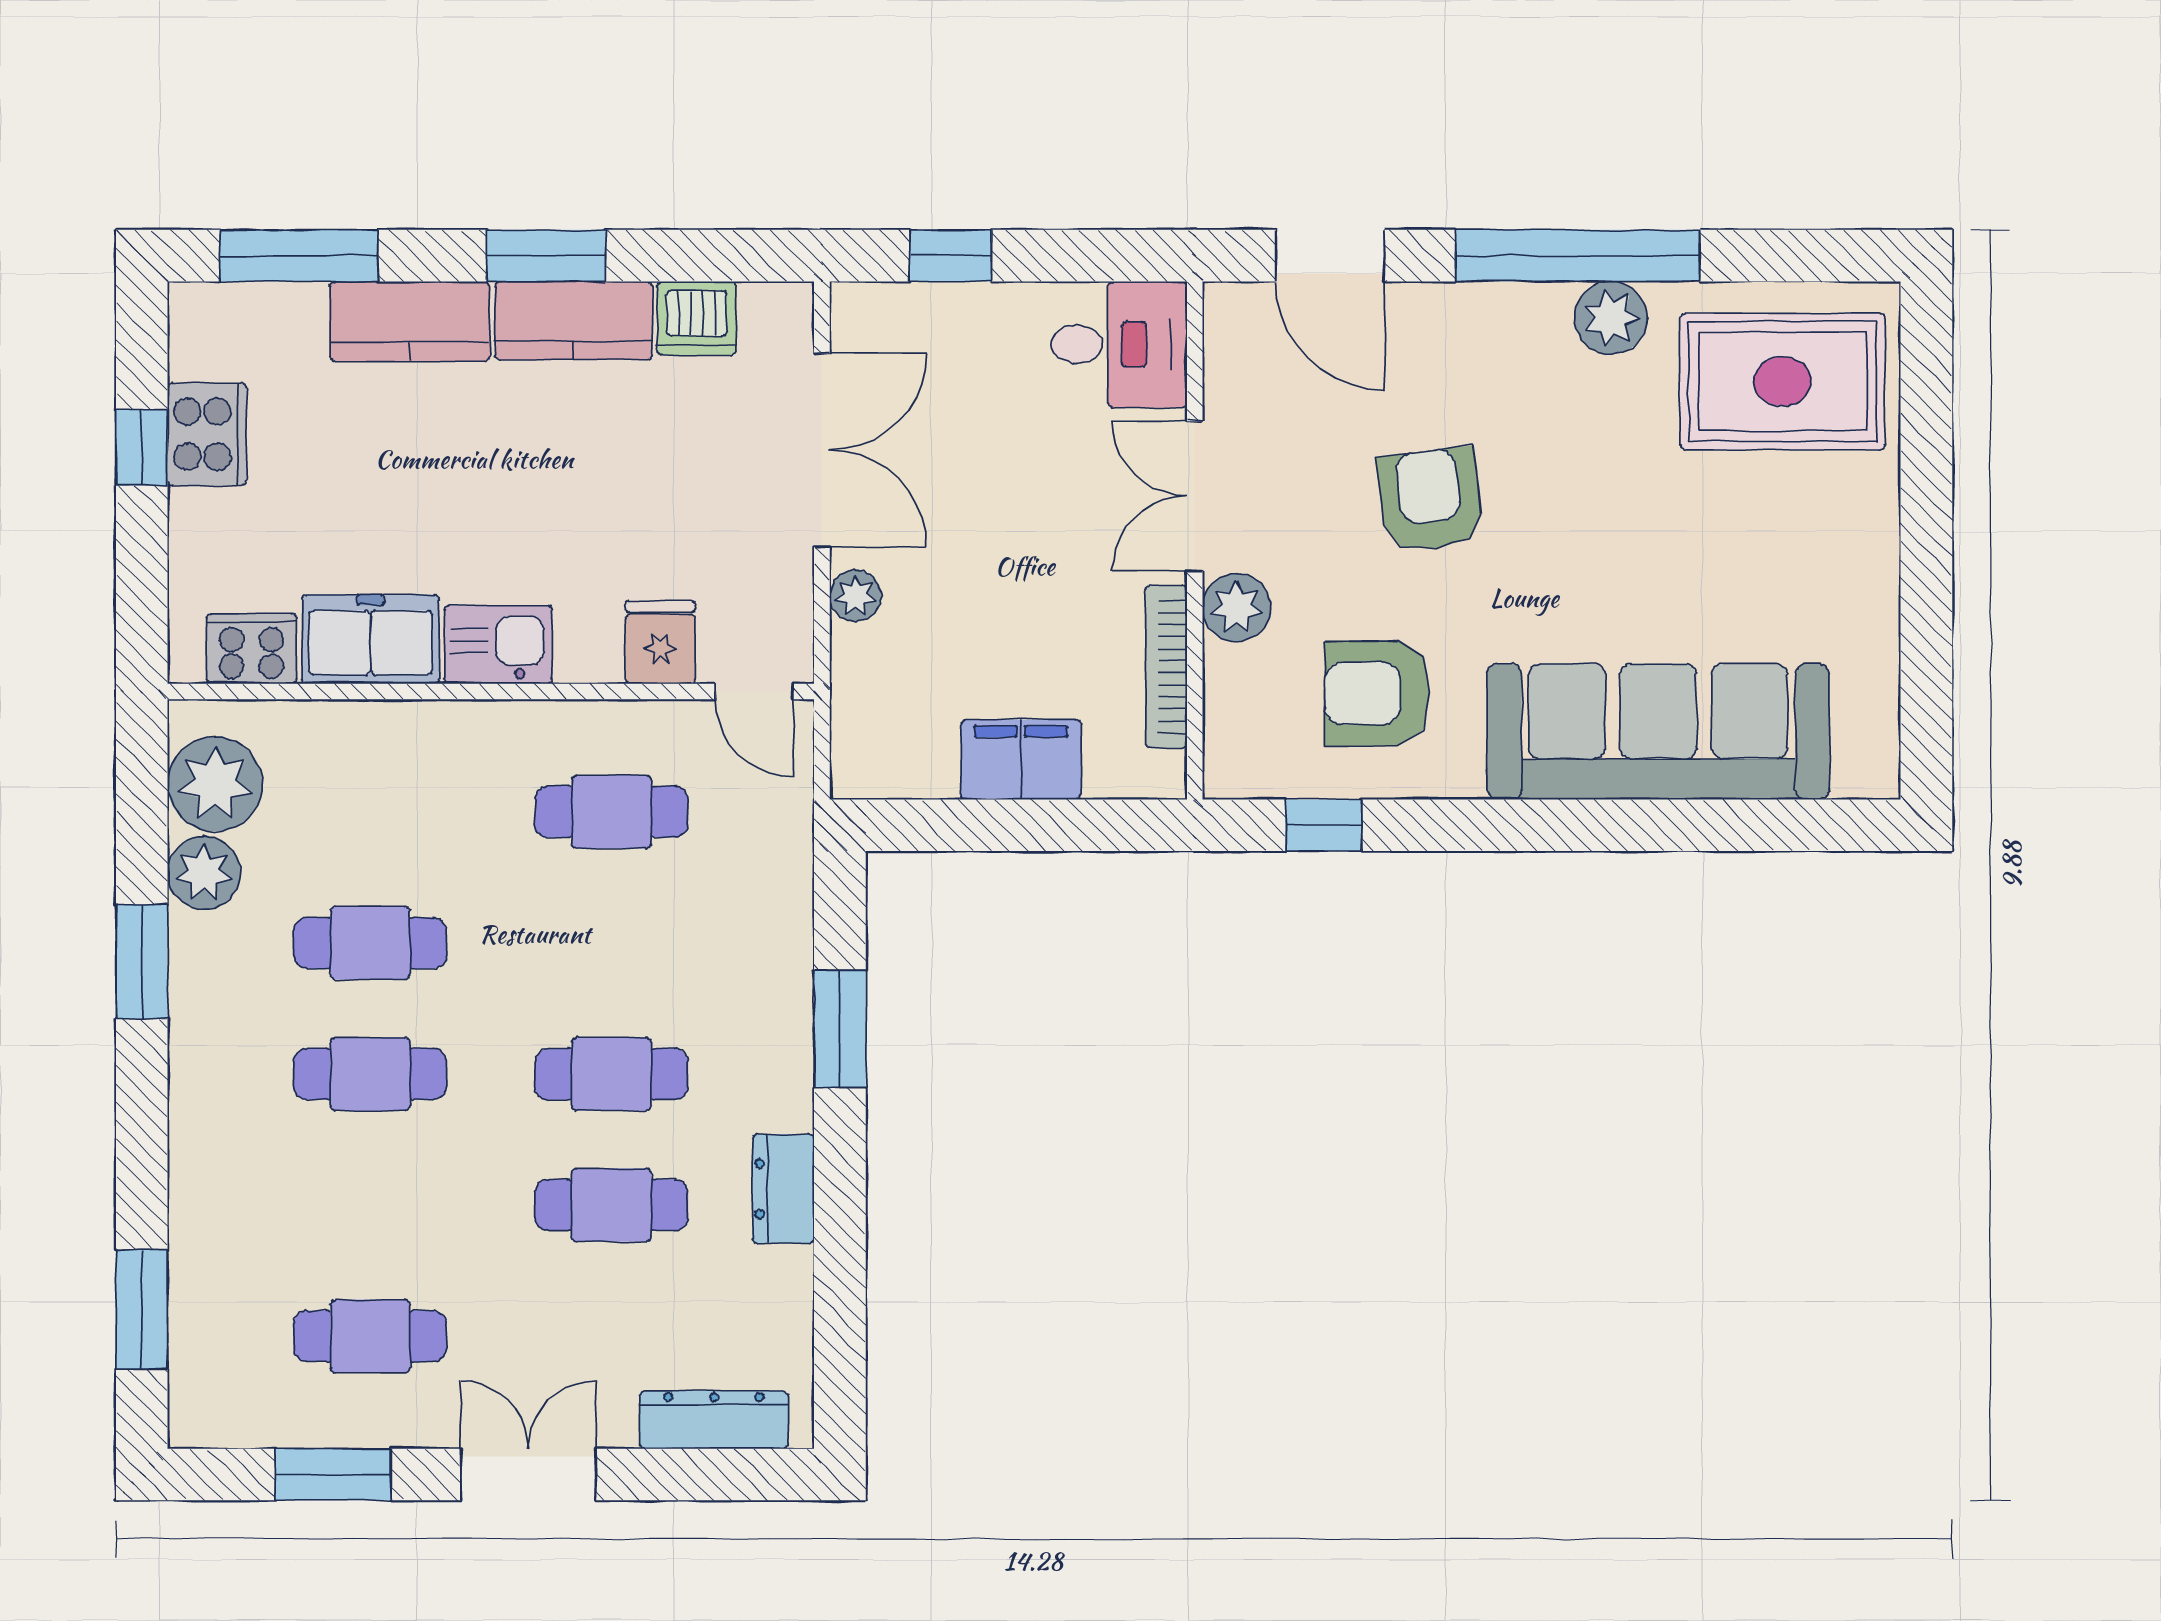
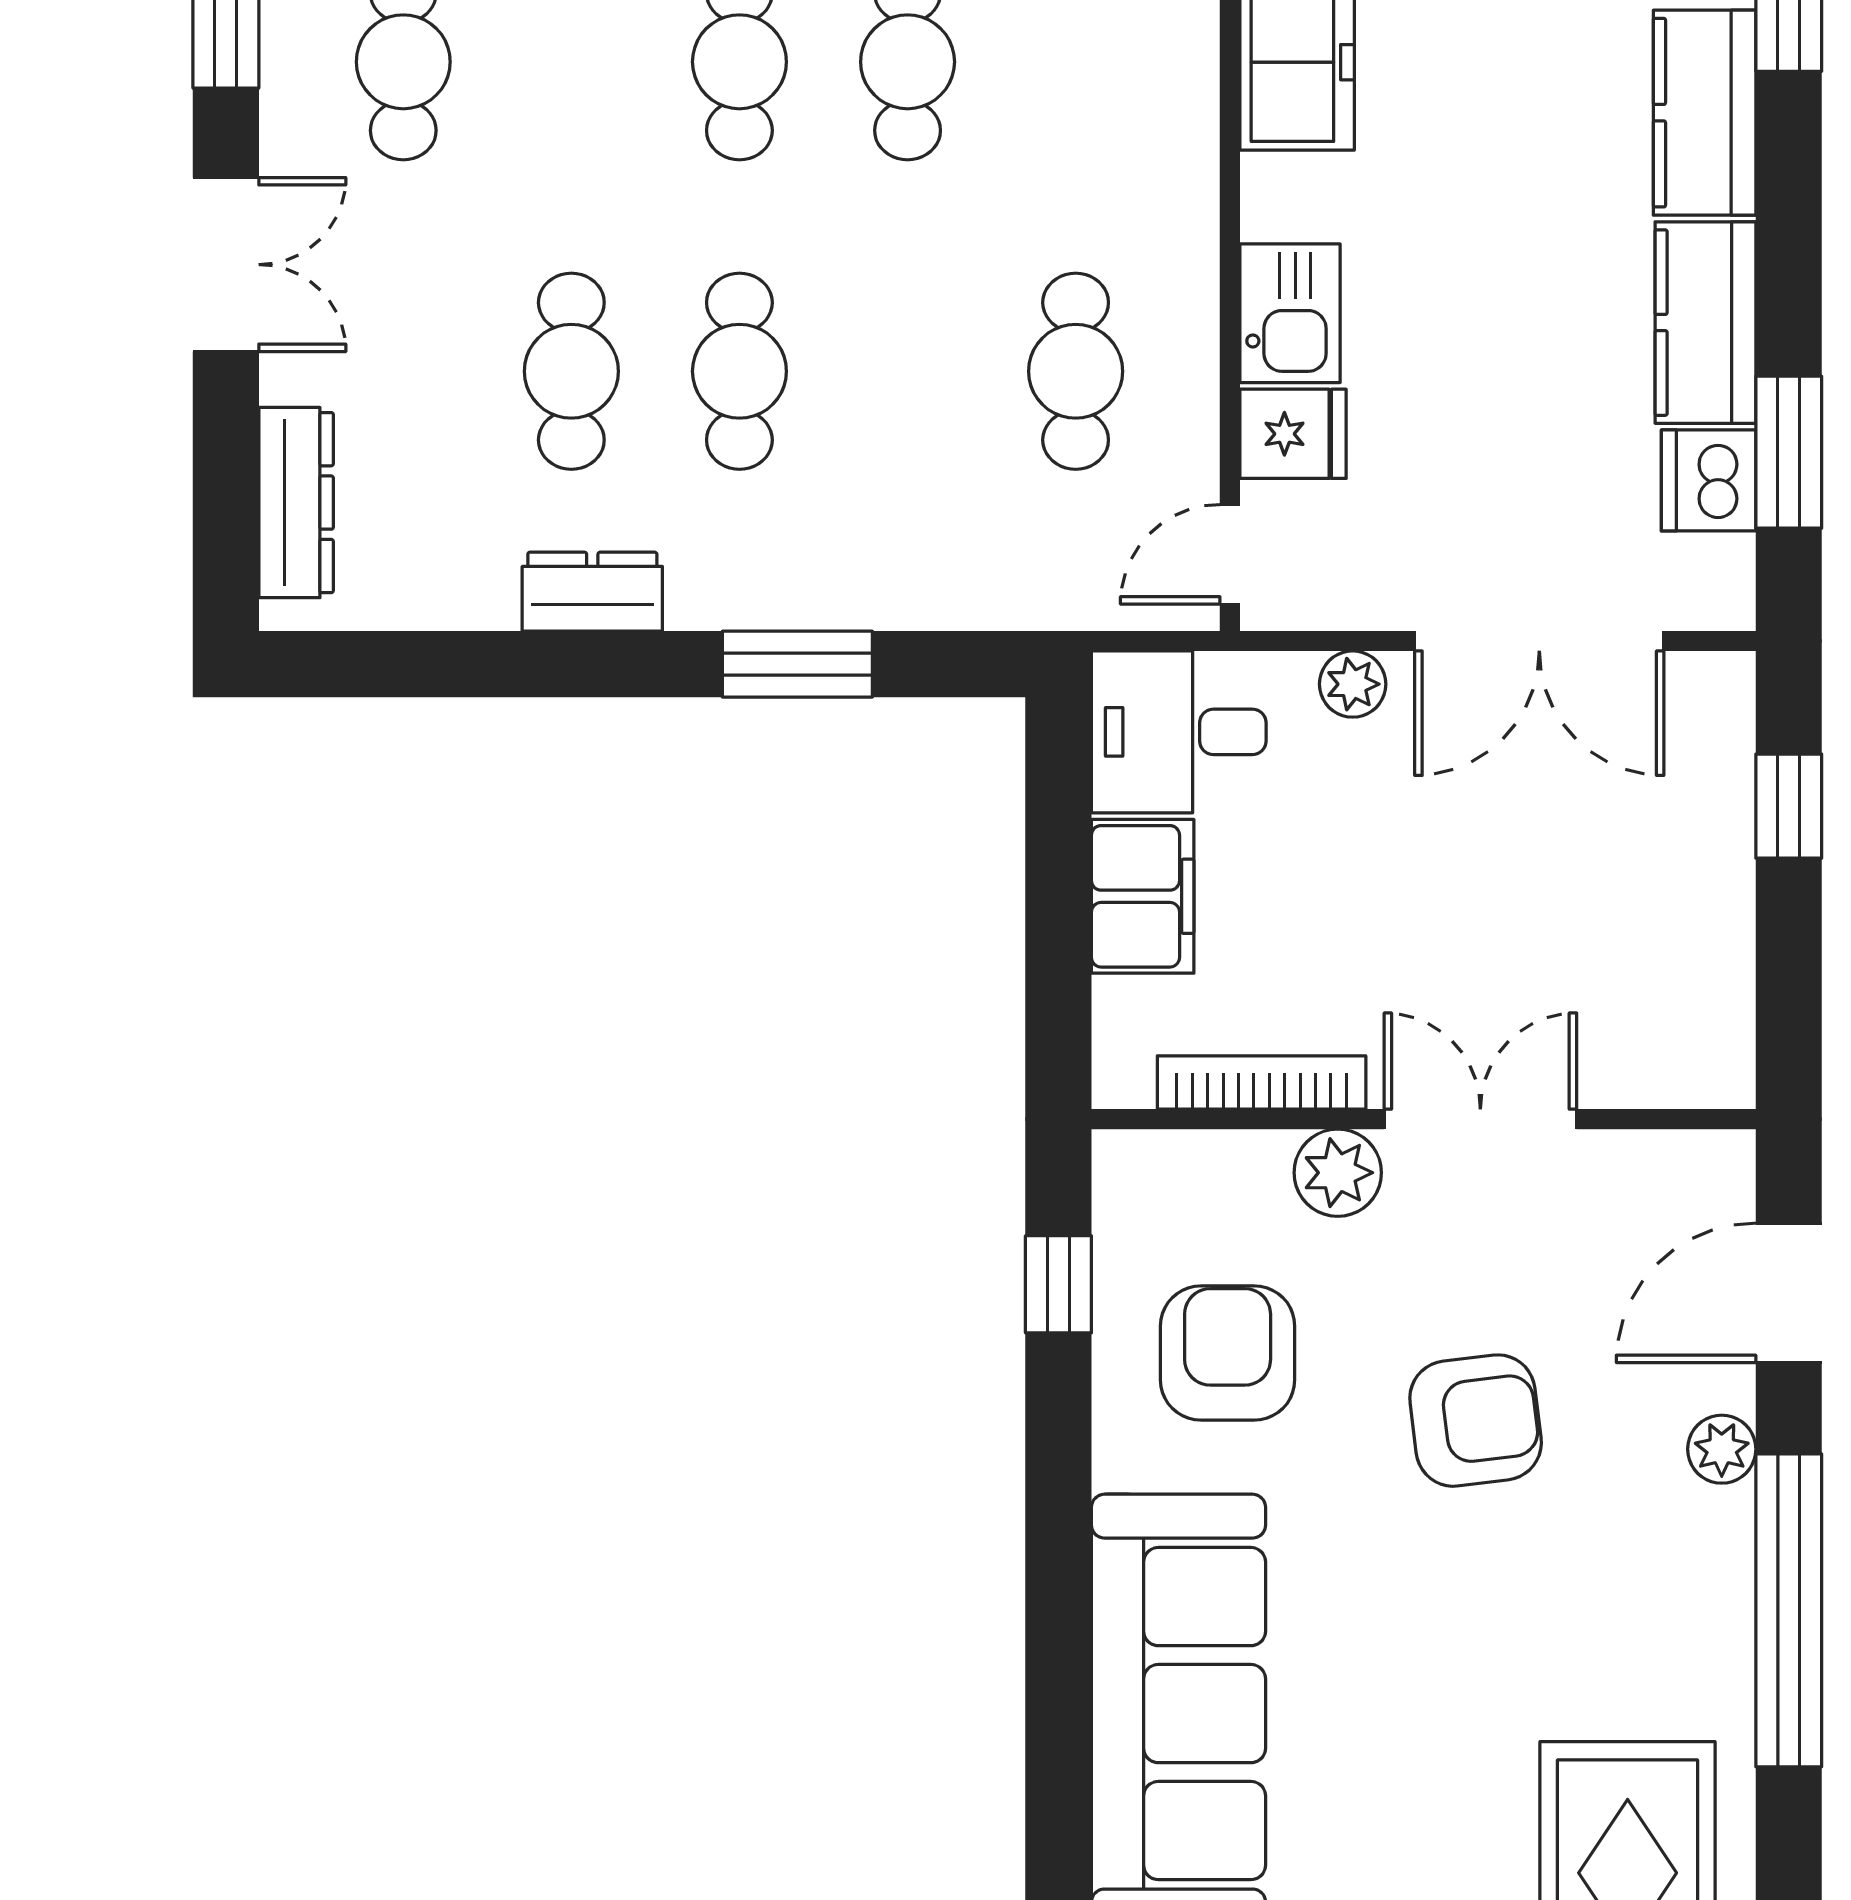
window: (546, 256) -> (1789, 452), moved
plant: (1611, 318) -> (1722, 1449), moved, width x0.73, depth x0.73
desk: (1119, 345) -> (1179, 732), moved, turned 90
kitchen sink: (498, 645) -> (1290, 313), moved

